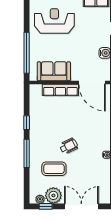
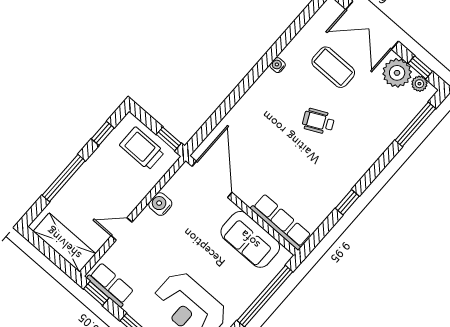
row of seats: (60, 90) -> (281, 222), moved
window: (27, 153) -> (415, 124), moved
coffee table: (54, 169) -> (333, 67), moved

